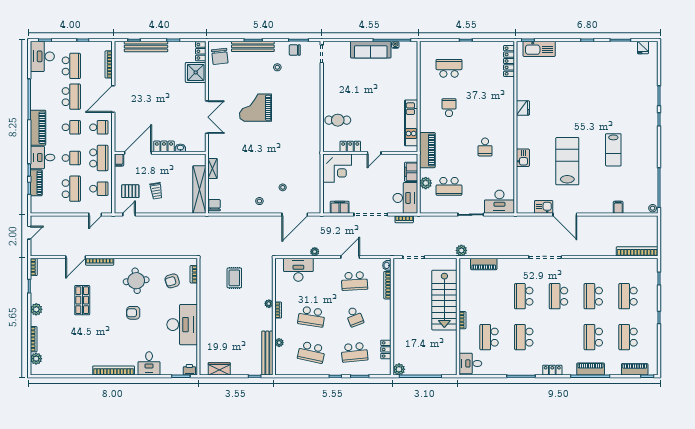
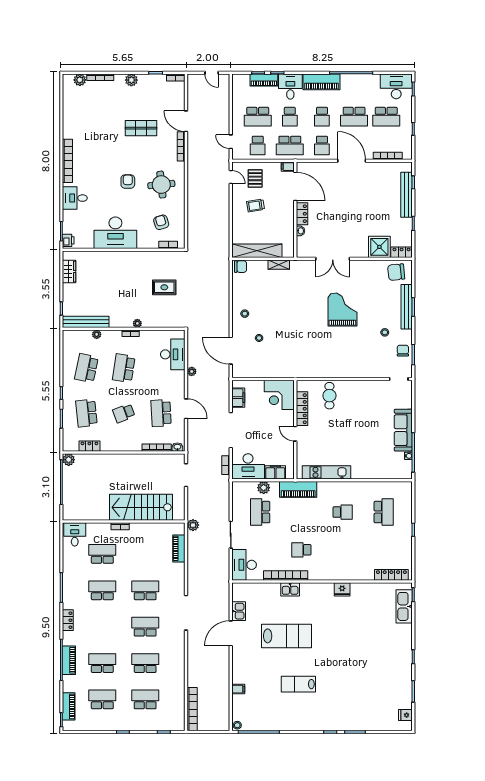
locker: (350, 146) -> (302, 409), width x1.53
bookcase: (510, 162) -> (286, 576), added

